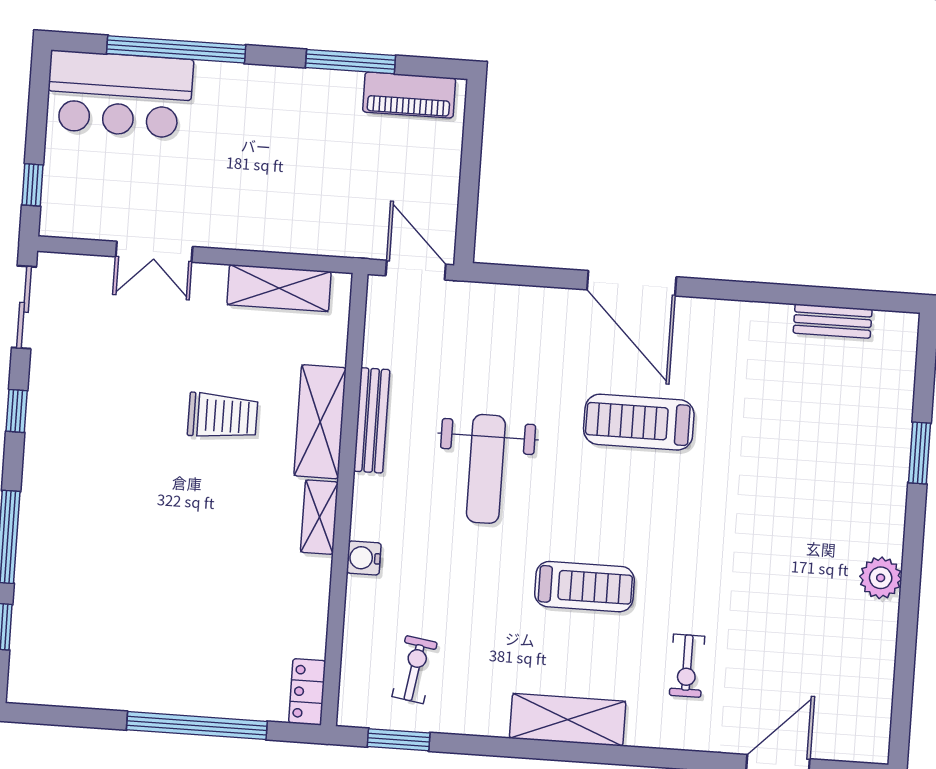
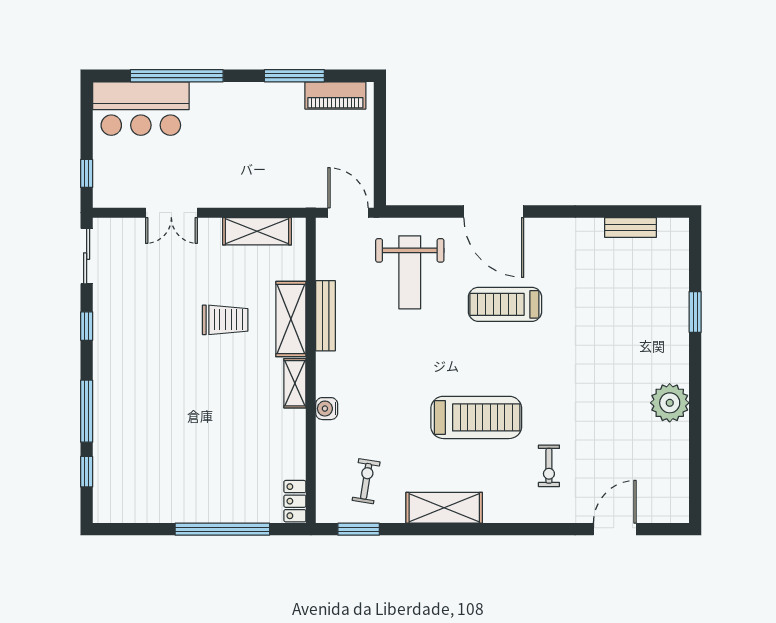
weight bench: (486, 469) -> (410, 272), moved
plant: (881, 578) -> (670, 403), width x1.36, depth x1.36
treadmill: (584, 587) -> (476, 417), width x1.37, depth x1.38
shelving: (568, 720) -> (444, 508), moved

